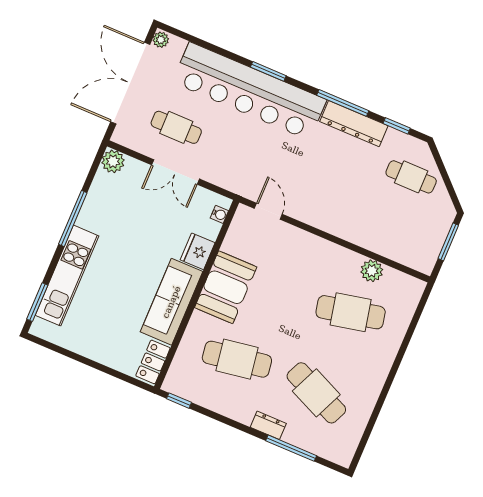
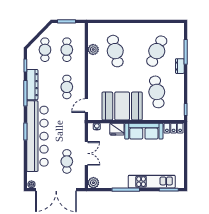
cafe table: (321, 189) -> (67, 87), added
cafe table: (393, 219) -> (67, 50), added
booth: (226, 287) -> (122, 106), width x1.36, depth x1.42

